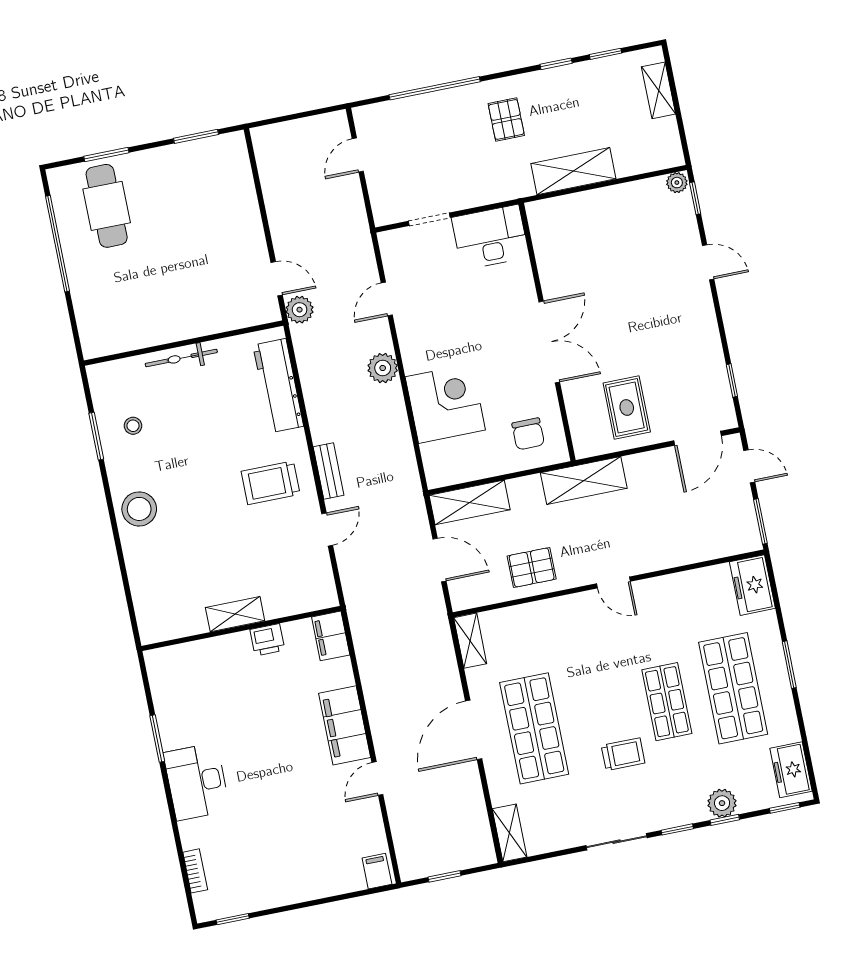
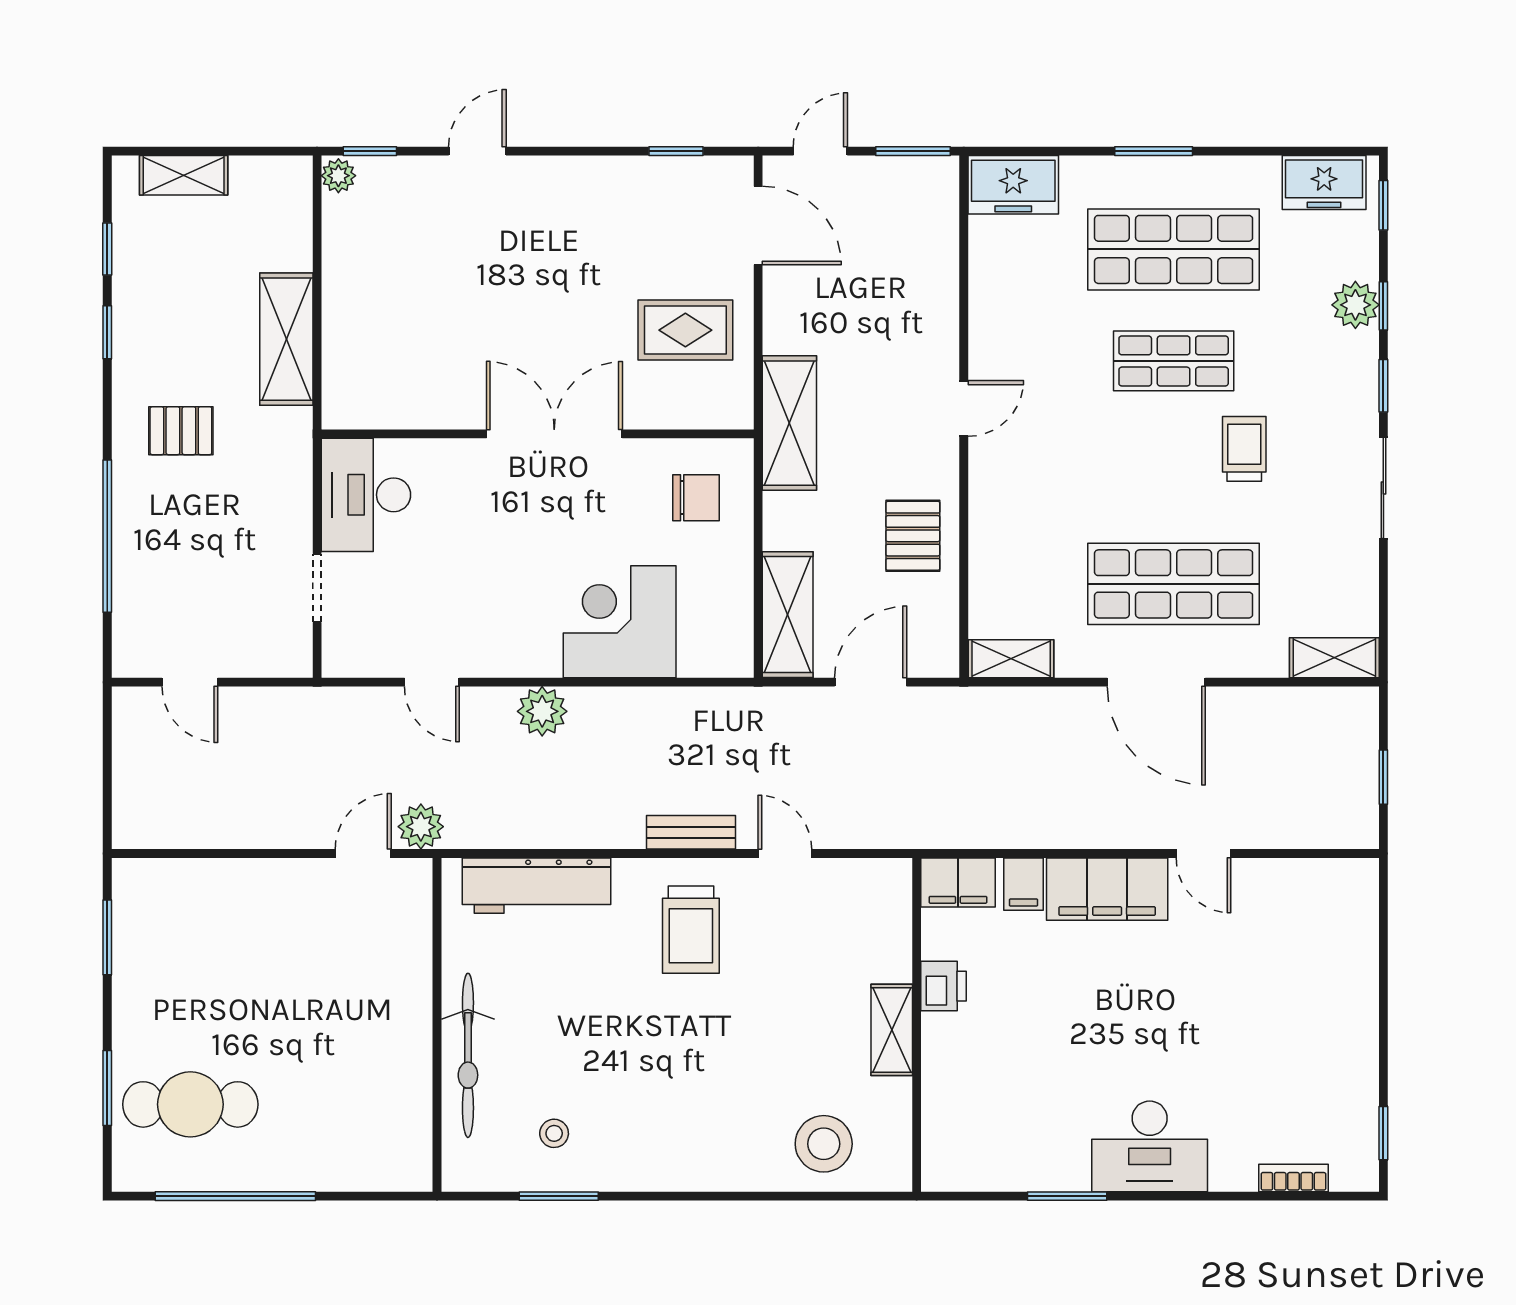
bicycle: (181, 358) -> (468, 1055), width x1.37, depth x1.40
stool: (139, 509) -> (824, 1144), moved
filing cabinet: (377, 871) -> (1024, 884), moved, turned -90

